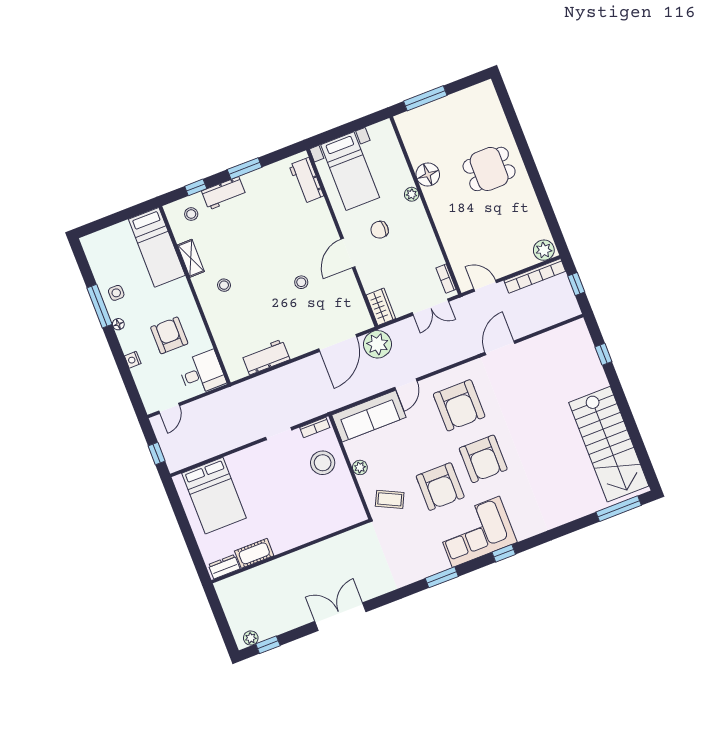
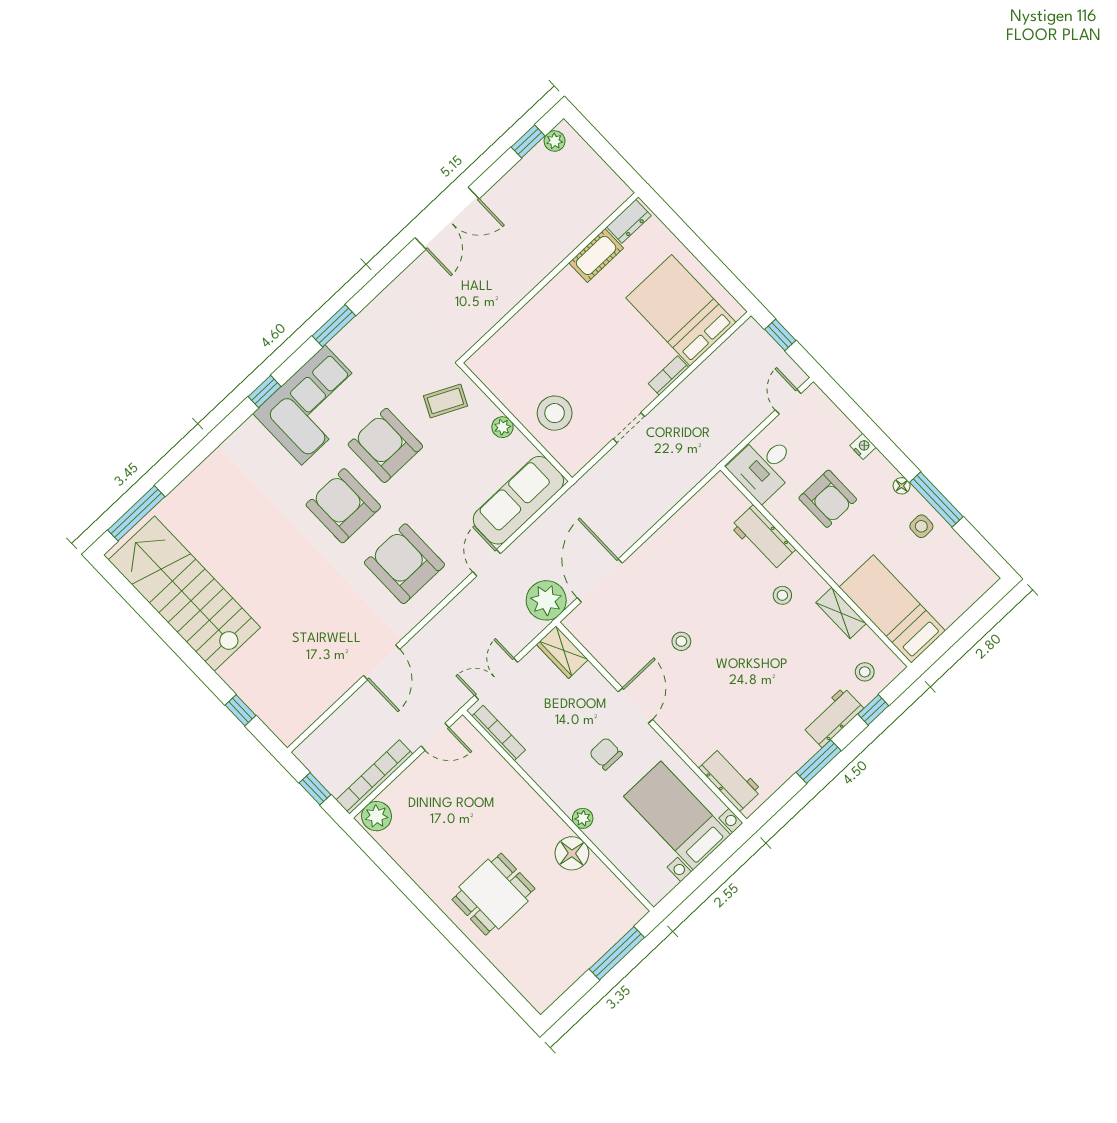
chair: (380, 230) -> (606, 754), turned -90
bookcase: (446, 279) -> (499, 733), width x1.56
workbench: (266, 357) -> (763, 538), moved, turned 90
bookcase: (315, 428) -> (668, 376), moved

